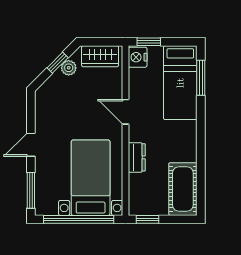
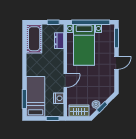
nightstand: (138, 57) -> (59, 98), moved
door: (125, 112) -> (65, 81), hinge flipped
dresser: (137, 157) -> (59, 41), moved

